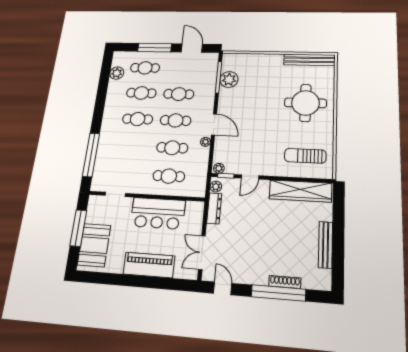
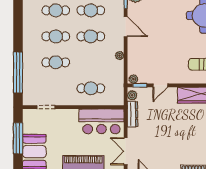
door: (214, 124) -> (126, 27), moved
cafe table: (172, 148) -> (56, 62), moved
bar counter: (158, 213) -> (101, 121), moved

